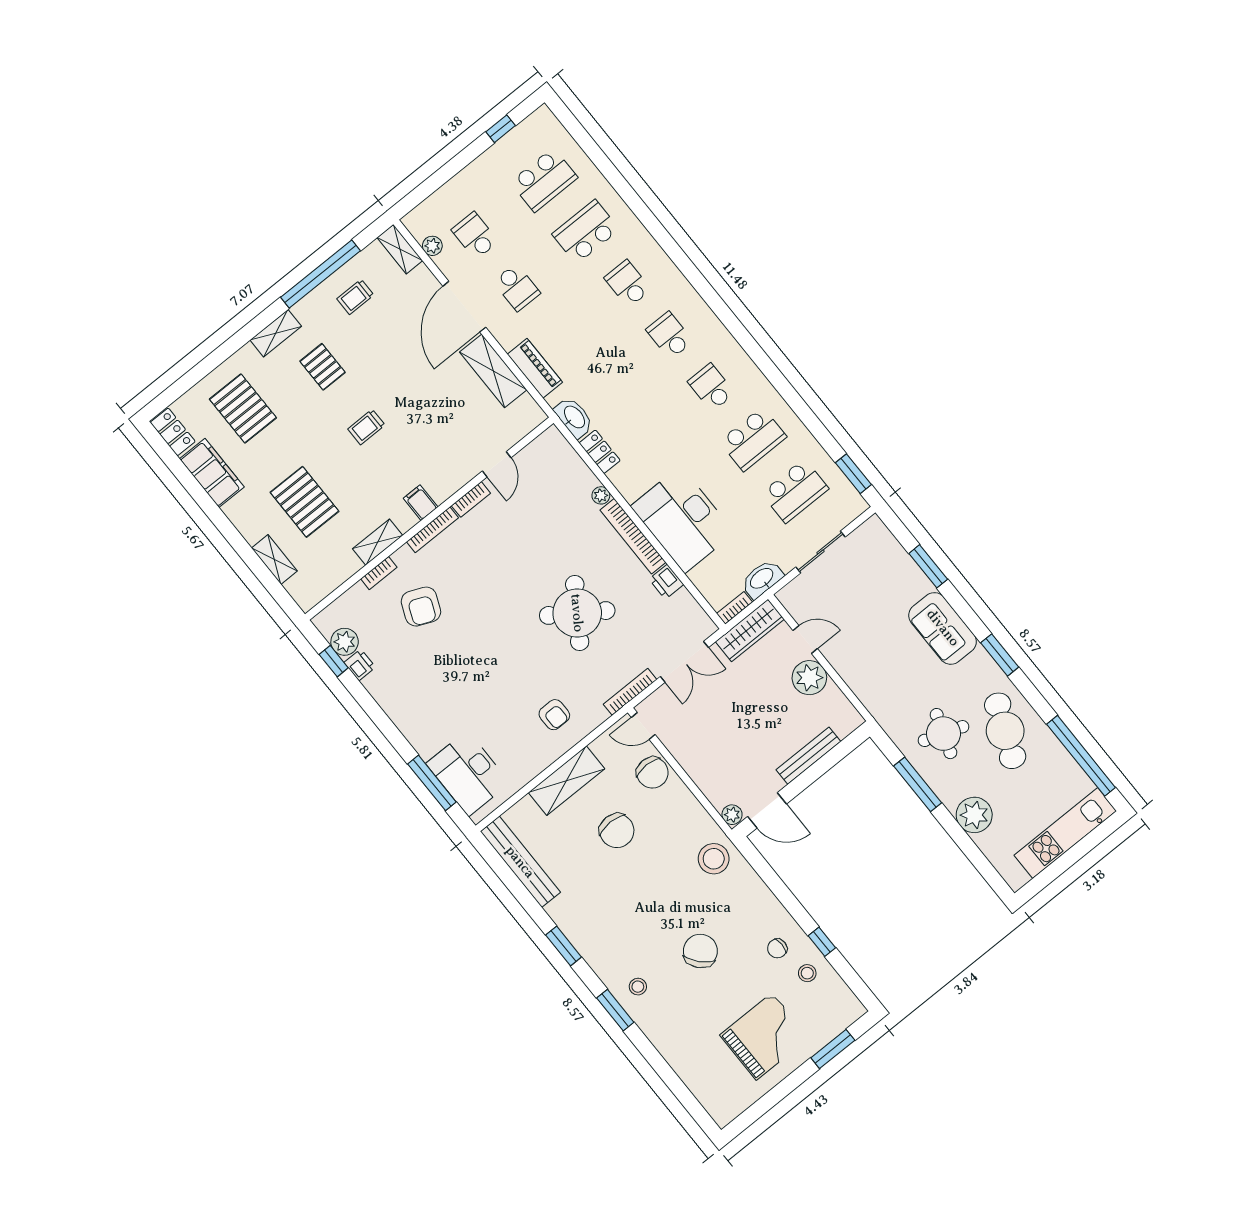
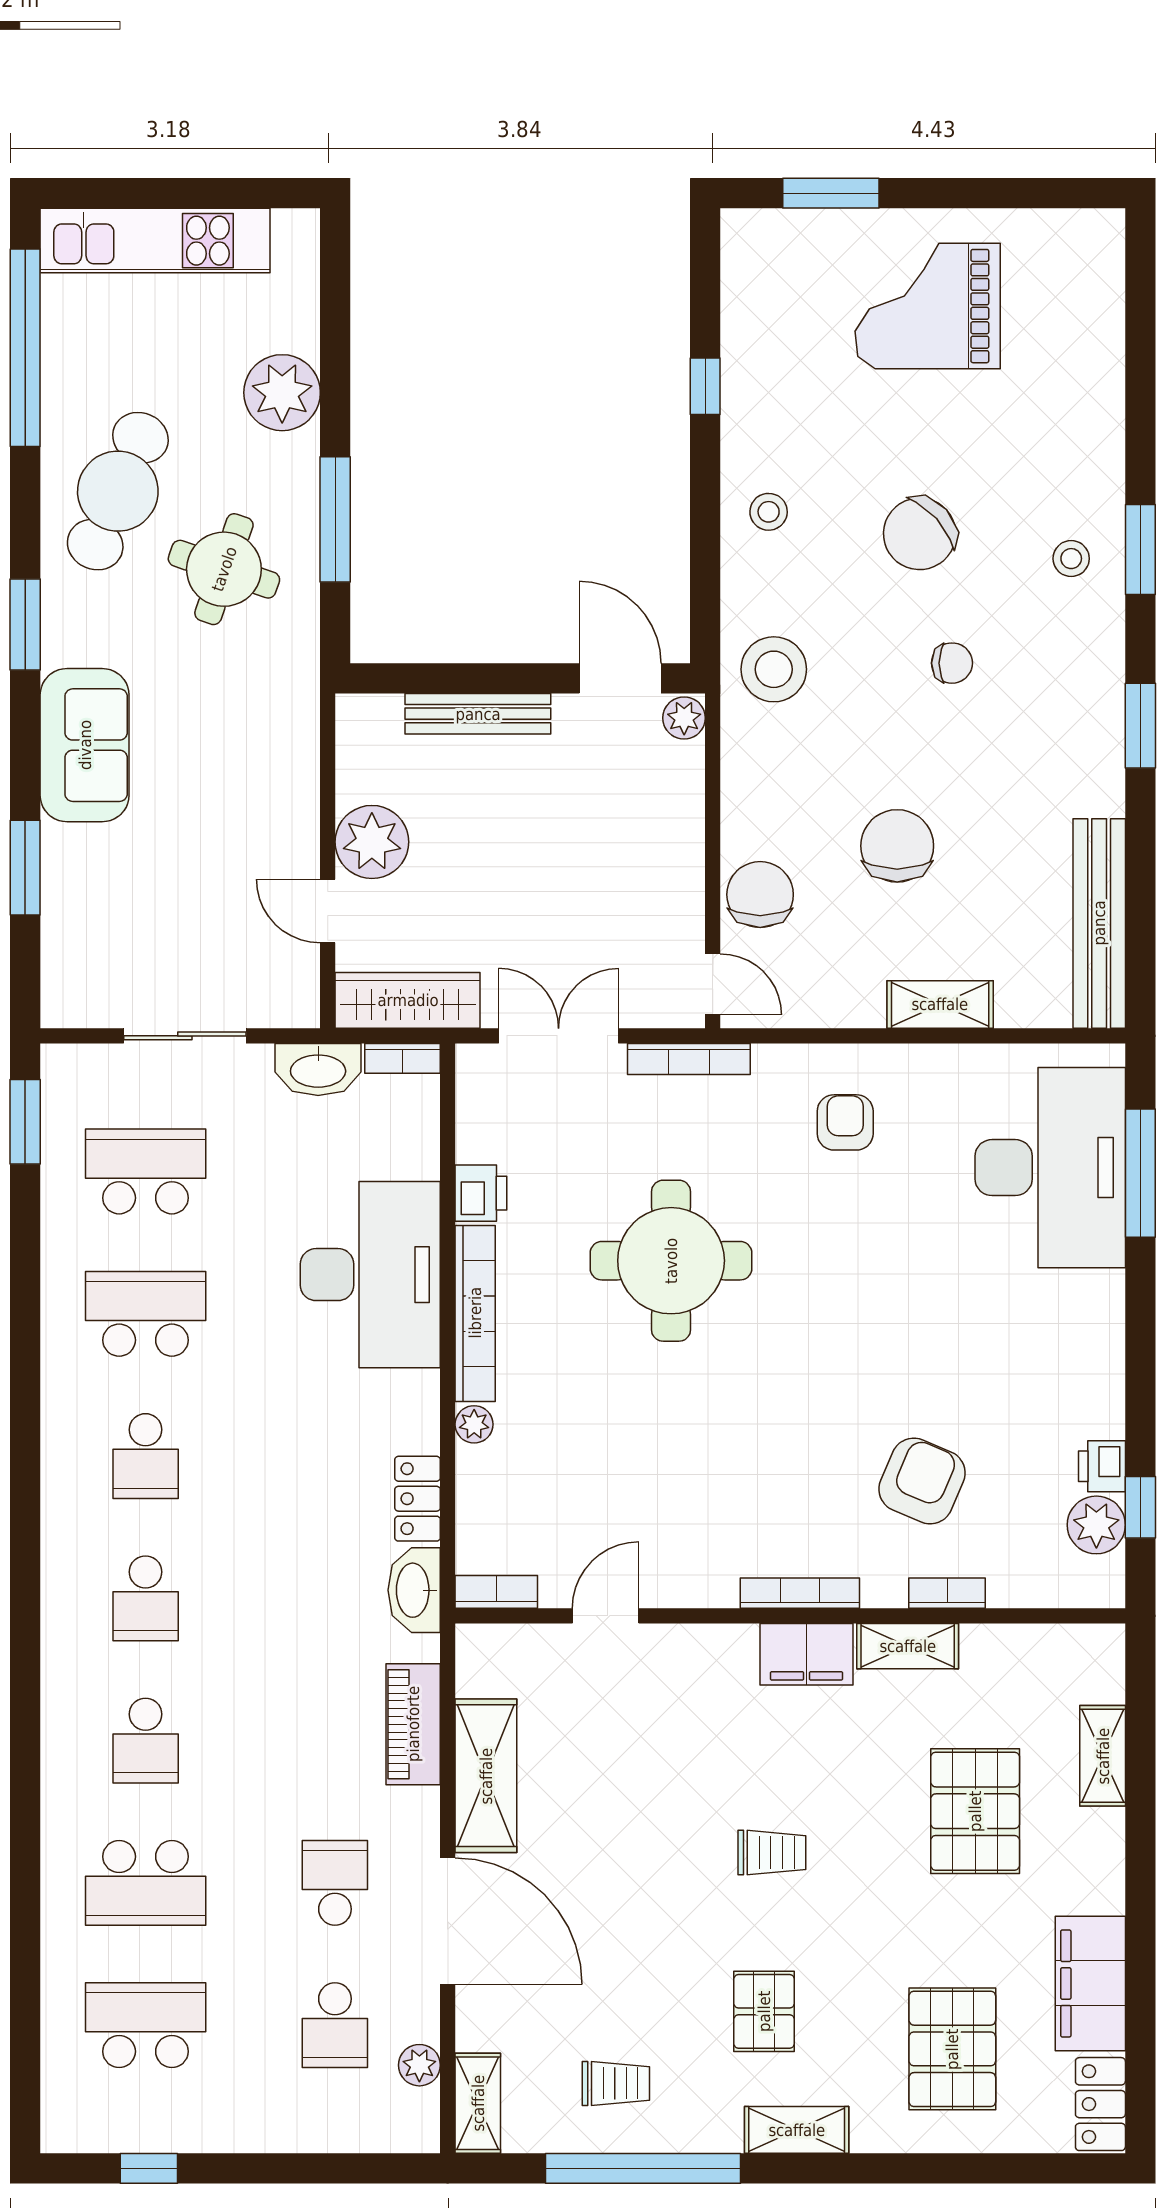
door: (464, 307) -> (448, 1921), hinge flipped
bookcase: (471, 499) -> (496, 1592), moved
filing cabinet: (421, 503) -> (807, 1654), width x2.00
round table: (577, 613) -> (671, 1261), turned -34
desk: (468, 773) -> (1050, 1168), width x1.36, depth x1.30
shelving: (566, 781) -> (940, 1004), width x0.67, depth x0.75
chair: (777, 948) -> (952, 663), moved
stool: (807, 973) -> (769, 512), moved

